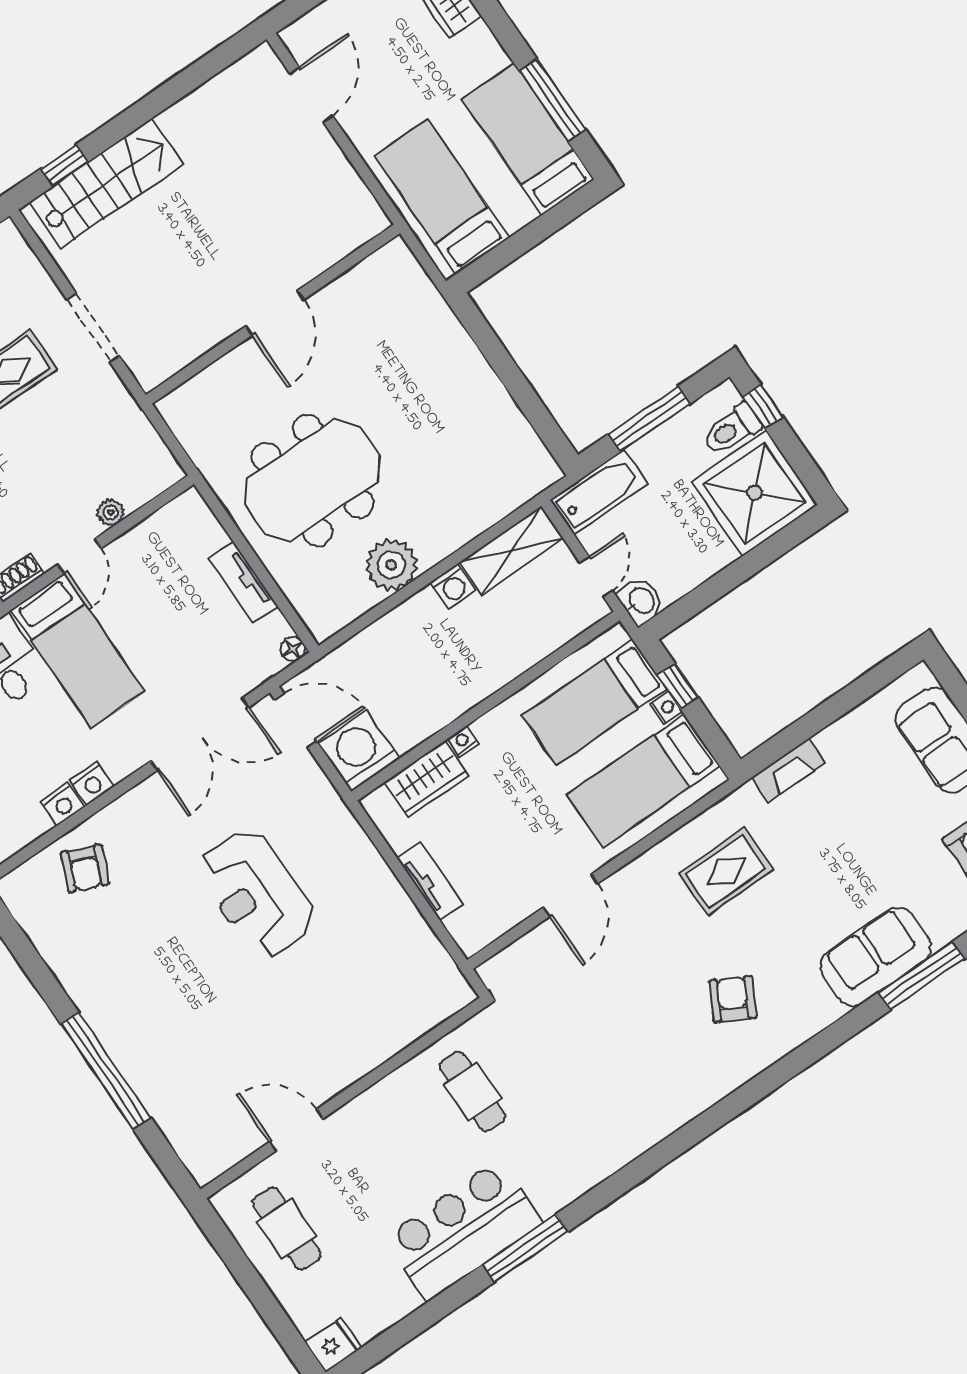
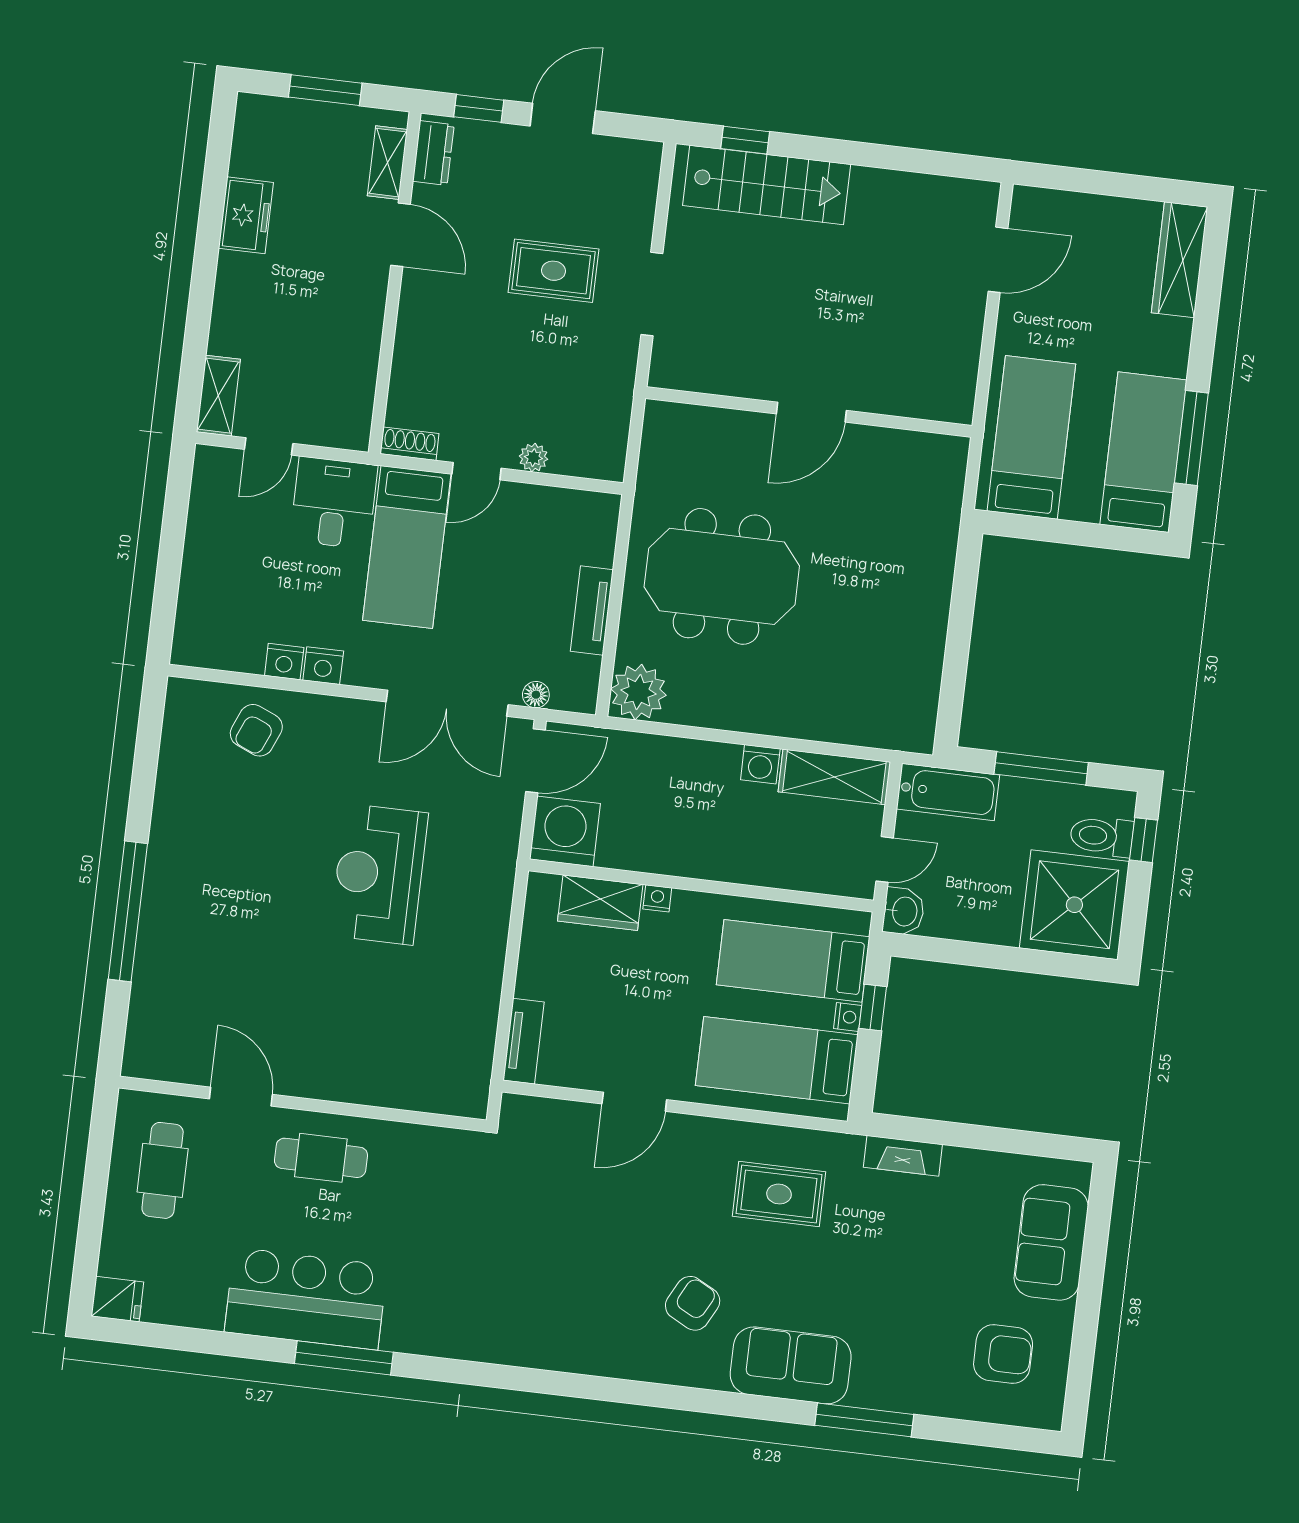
plant: (391, 565) -> (638, 692), moved
floor lamp: (293, 649) -> (536, 695), moved
door: (296, 720) -> (535, 761), hinge flipped
tv unit: (430, 881) -> (524, 1041), moved
sofa: (876, 957) -> (791, 1365), moved
cafe table: (472, 1091) -> (321, 1158), moved, turned 90

